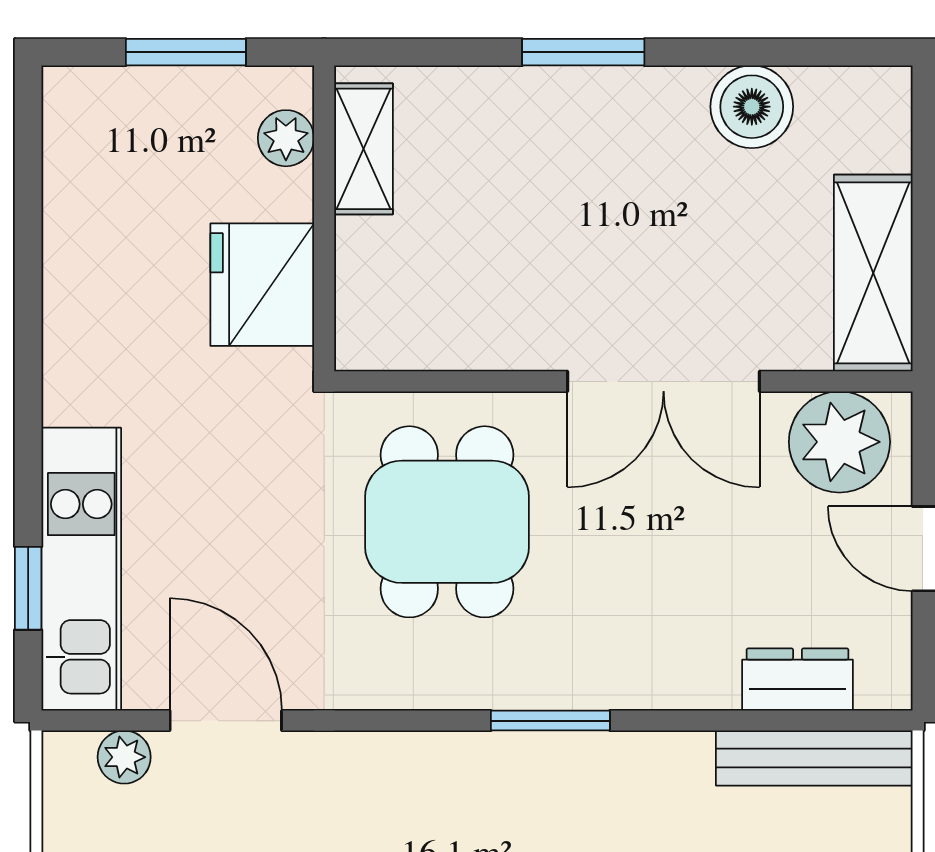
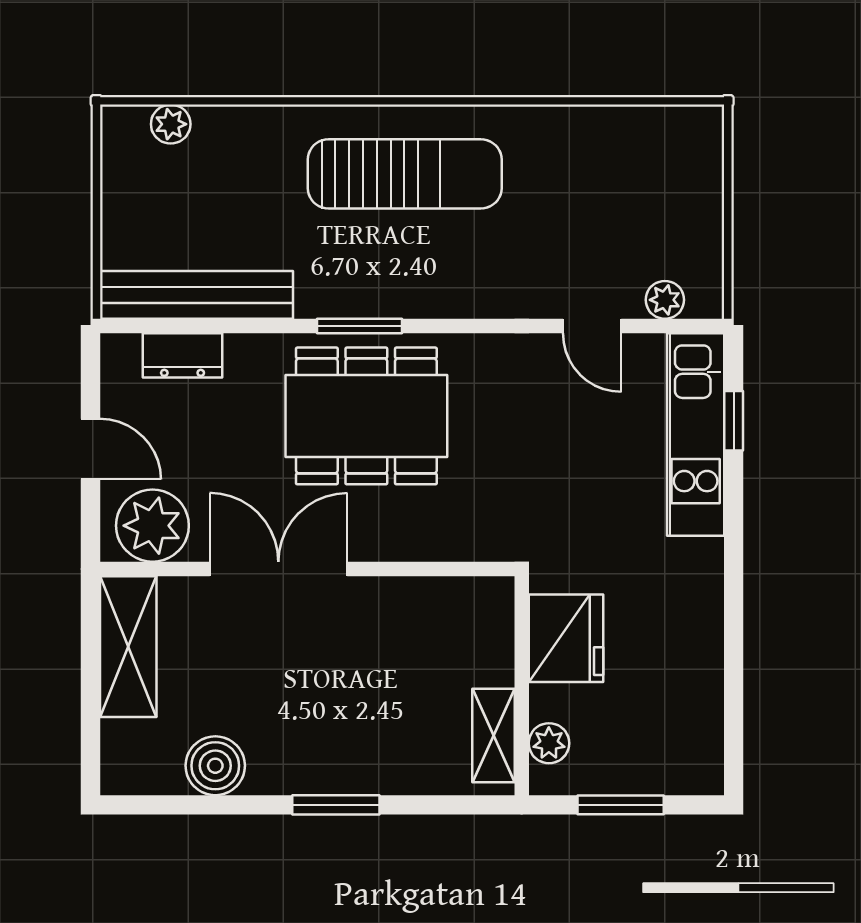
dining table: (447, 522) -> (366, 416), moved, width x1.38
door: (226, 721) -> (592, 326), width x0.73
bench: (814, 758) -> (196, 295), width x1.37, depth x1.21

